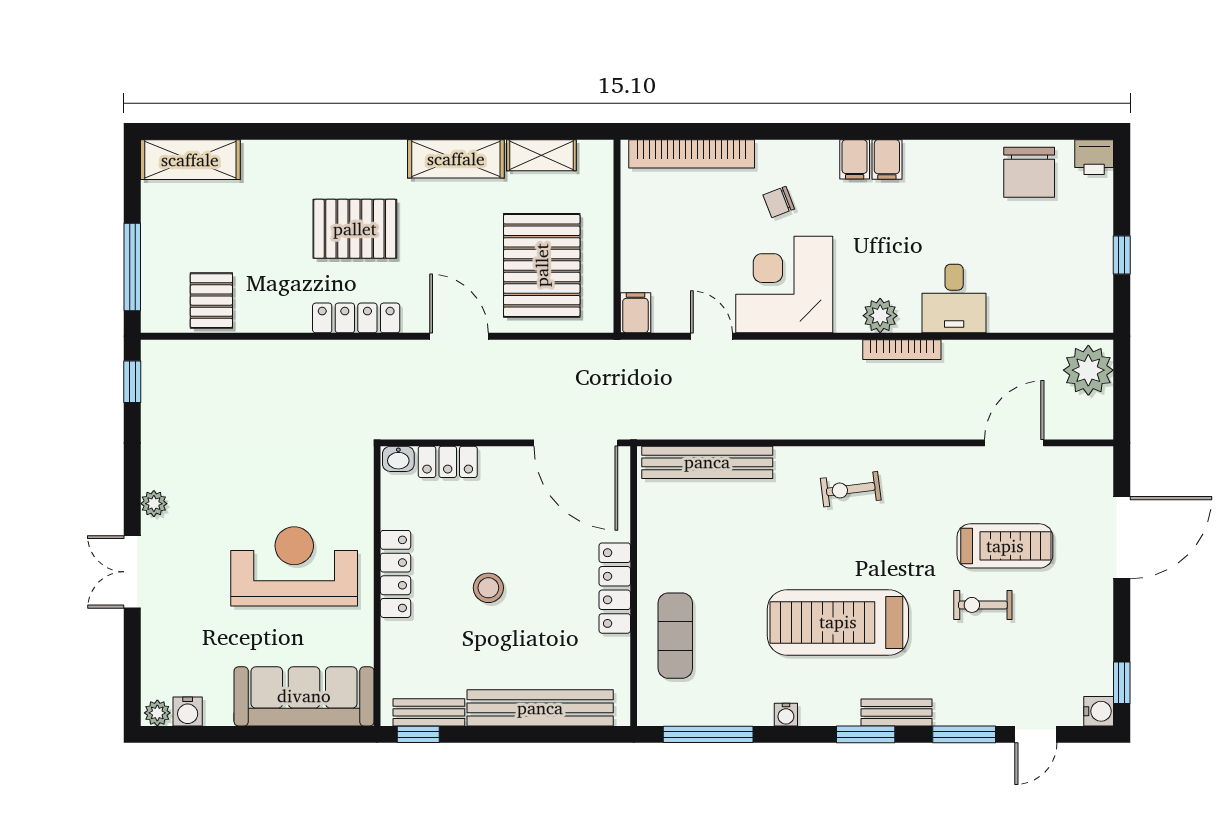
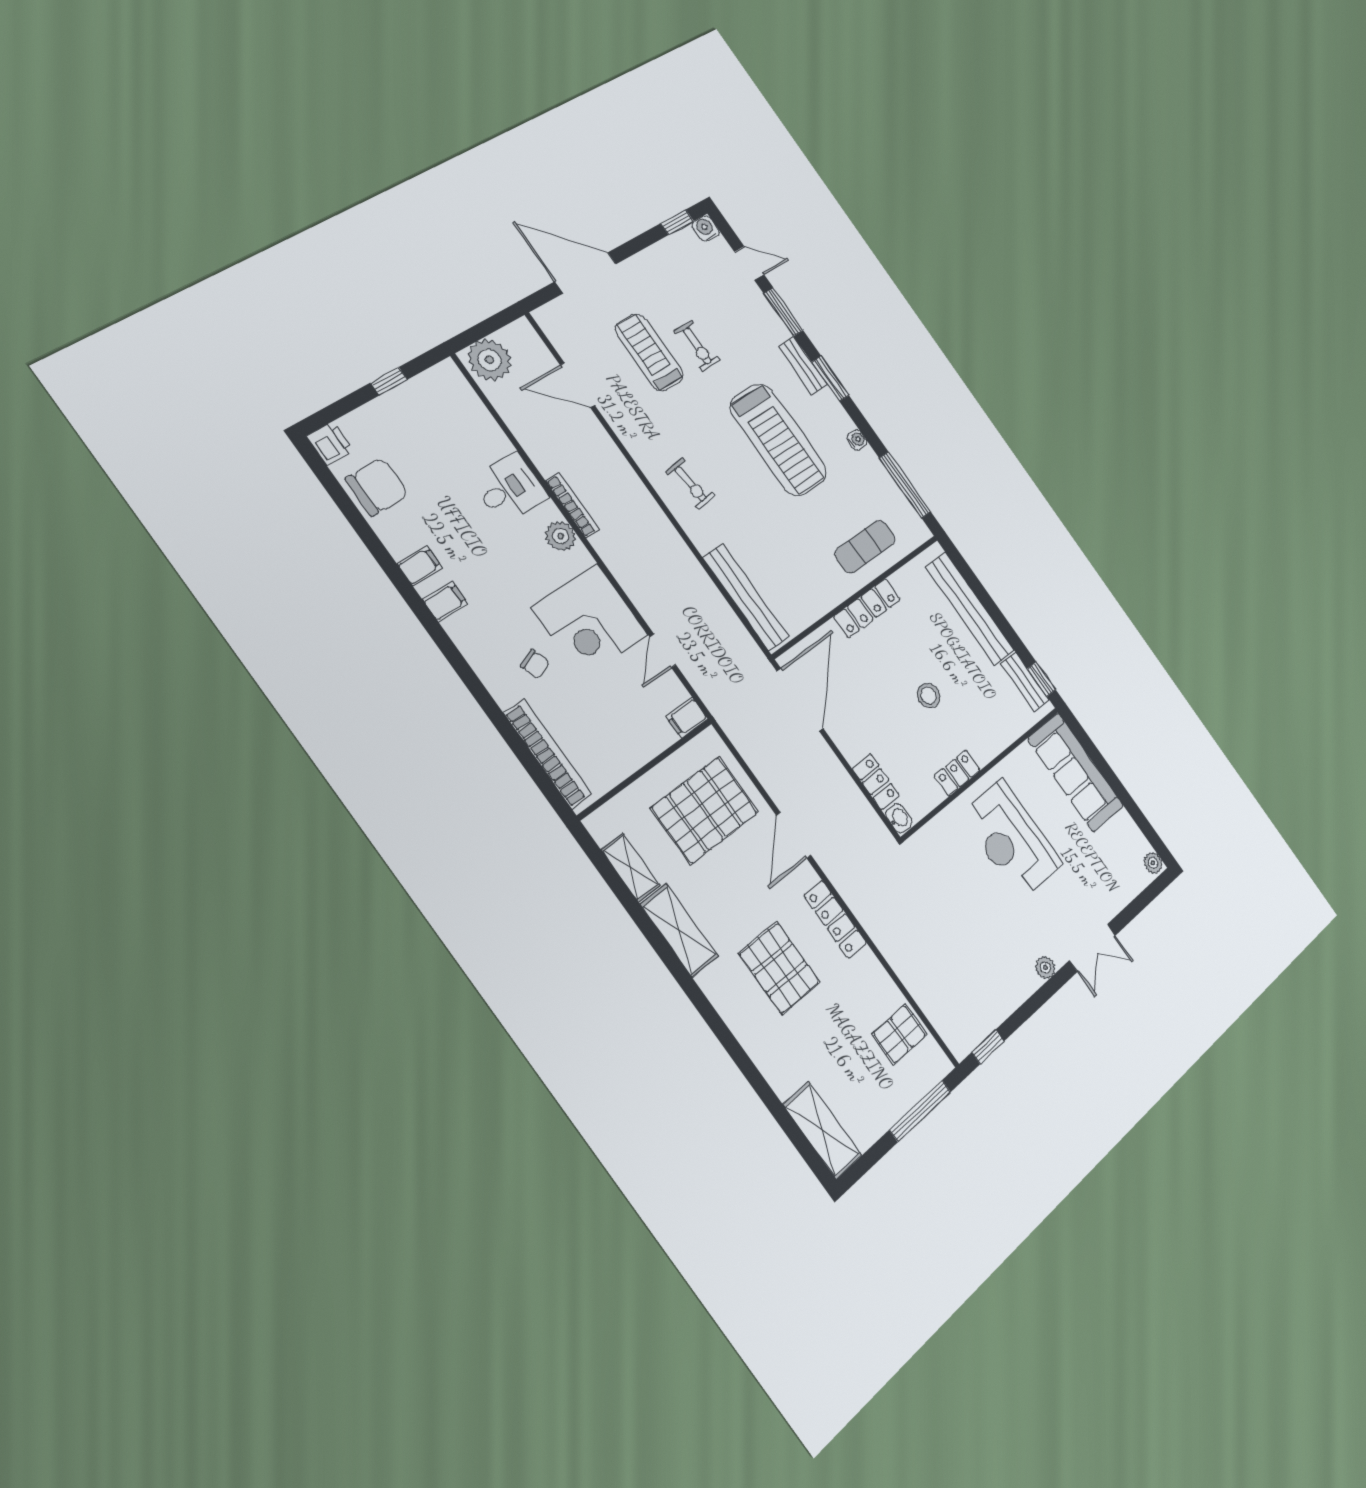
filing cabinet: (855, 159) -> (420, 566), moved
locker: (396, 574) -> (957, 773), width x0.66
water cooler: (188, 711) -> (1138, 843), removed

